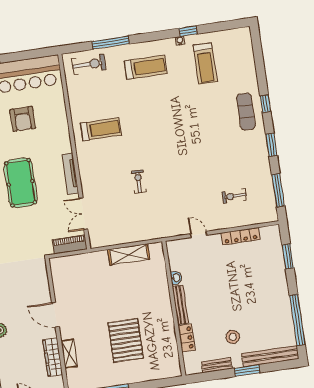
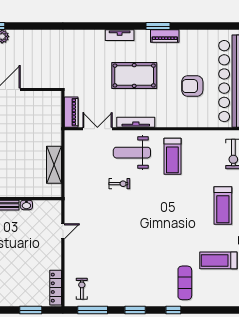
exercise mat: (246, 112) -> (185, 283), moved, turned 90
weight bench: (103, 173) -> (132, 153), added
exercise bike: (234, 196) -> (82, 289), moved
locker: (241, 236) -> (56, 288), moved

